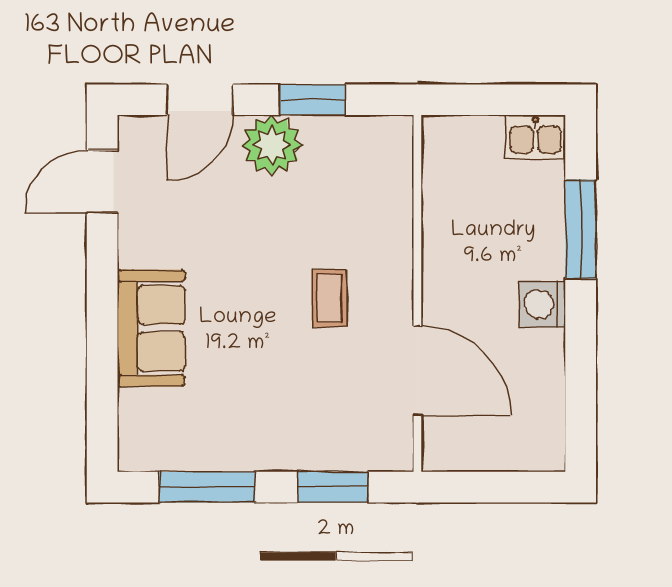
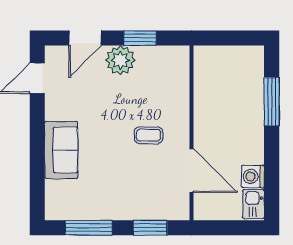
kitchen sink: (535, 137) -> (253, 204), moved, turned 90
coffee table: (329, 298) -> (149, 135), turned 90
washing machine: (542, 304) -> (253, 176), moved

